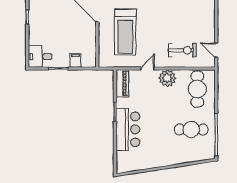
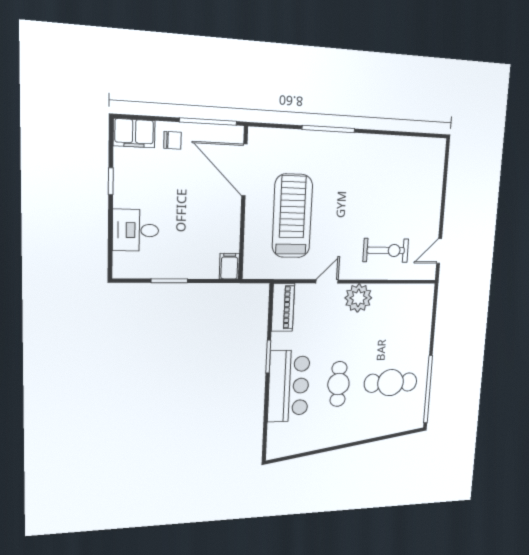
treadmill: (125, 32) -> (292, 216), turned 180
door: (216, 50) -> (439, 251), hinge flipped
desk: (40, 57) -> (136, 230), moved
filing cabinet: (75, 60) -> (229, 266), moved
cafe table: (197, 89) -> (339, 384), moved, width x0.73, depth x0.74

